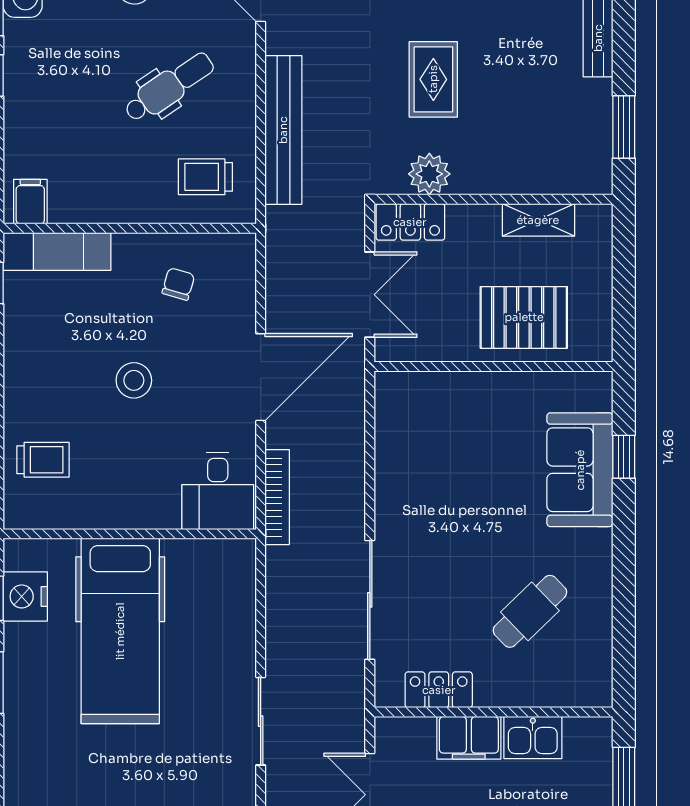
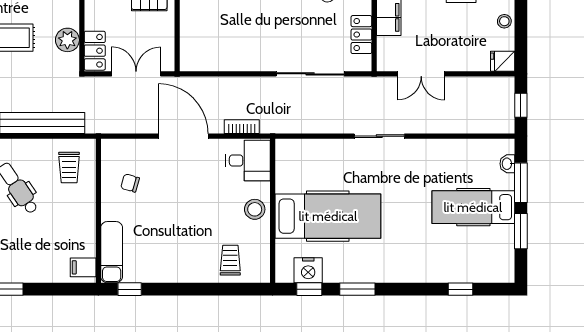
stool: (134, 380) -> (255, 209), moved
bookcase: (277, 497) -> (242, 127), width x0.64

